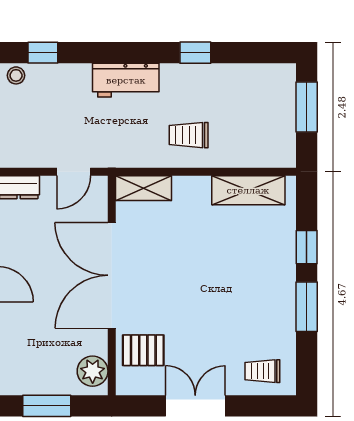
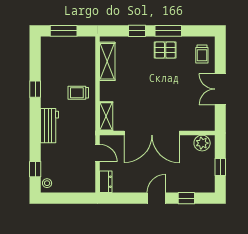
trolley: (189, 135) -> (78, 93), turned 90
pallet: (143, 350) -> (165, 50), moved, turned 90
window: (47, 406) -> (220, 167), width x0.67

